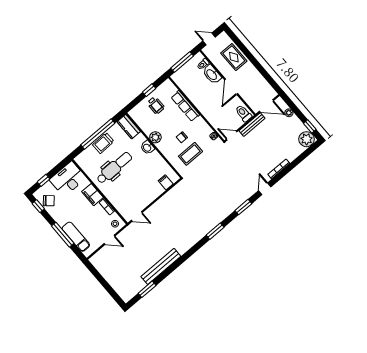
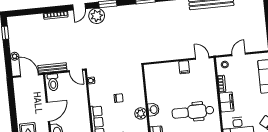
plant: (307, 139) -> (97, 16), moved
coffee table: (190, 154) -> (121, 79), removed
filing cabinet: (166, 182) -> (184, 67), moved
door: (110, 240) -> (239, 54), hinge flipped

